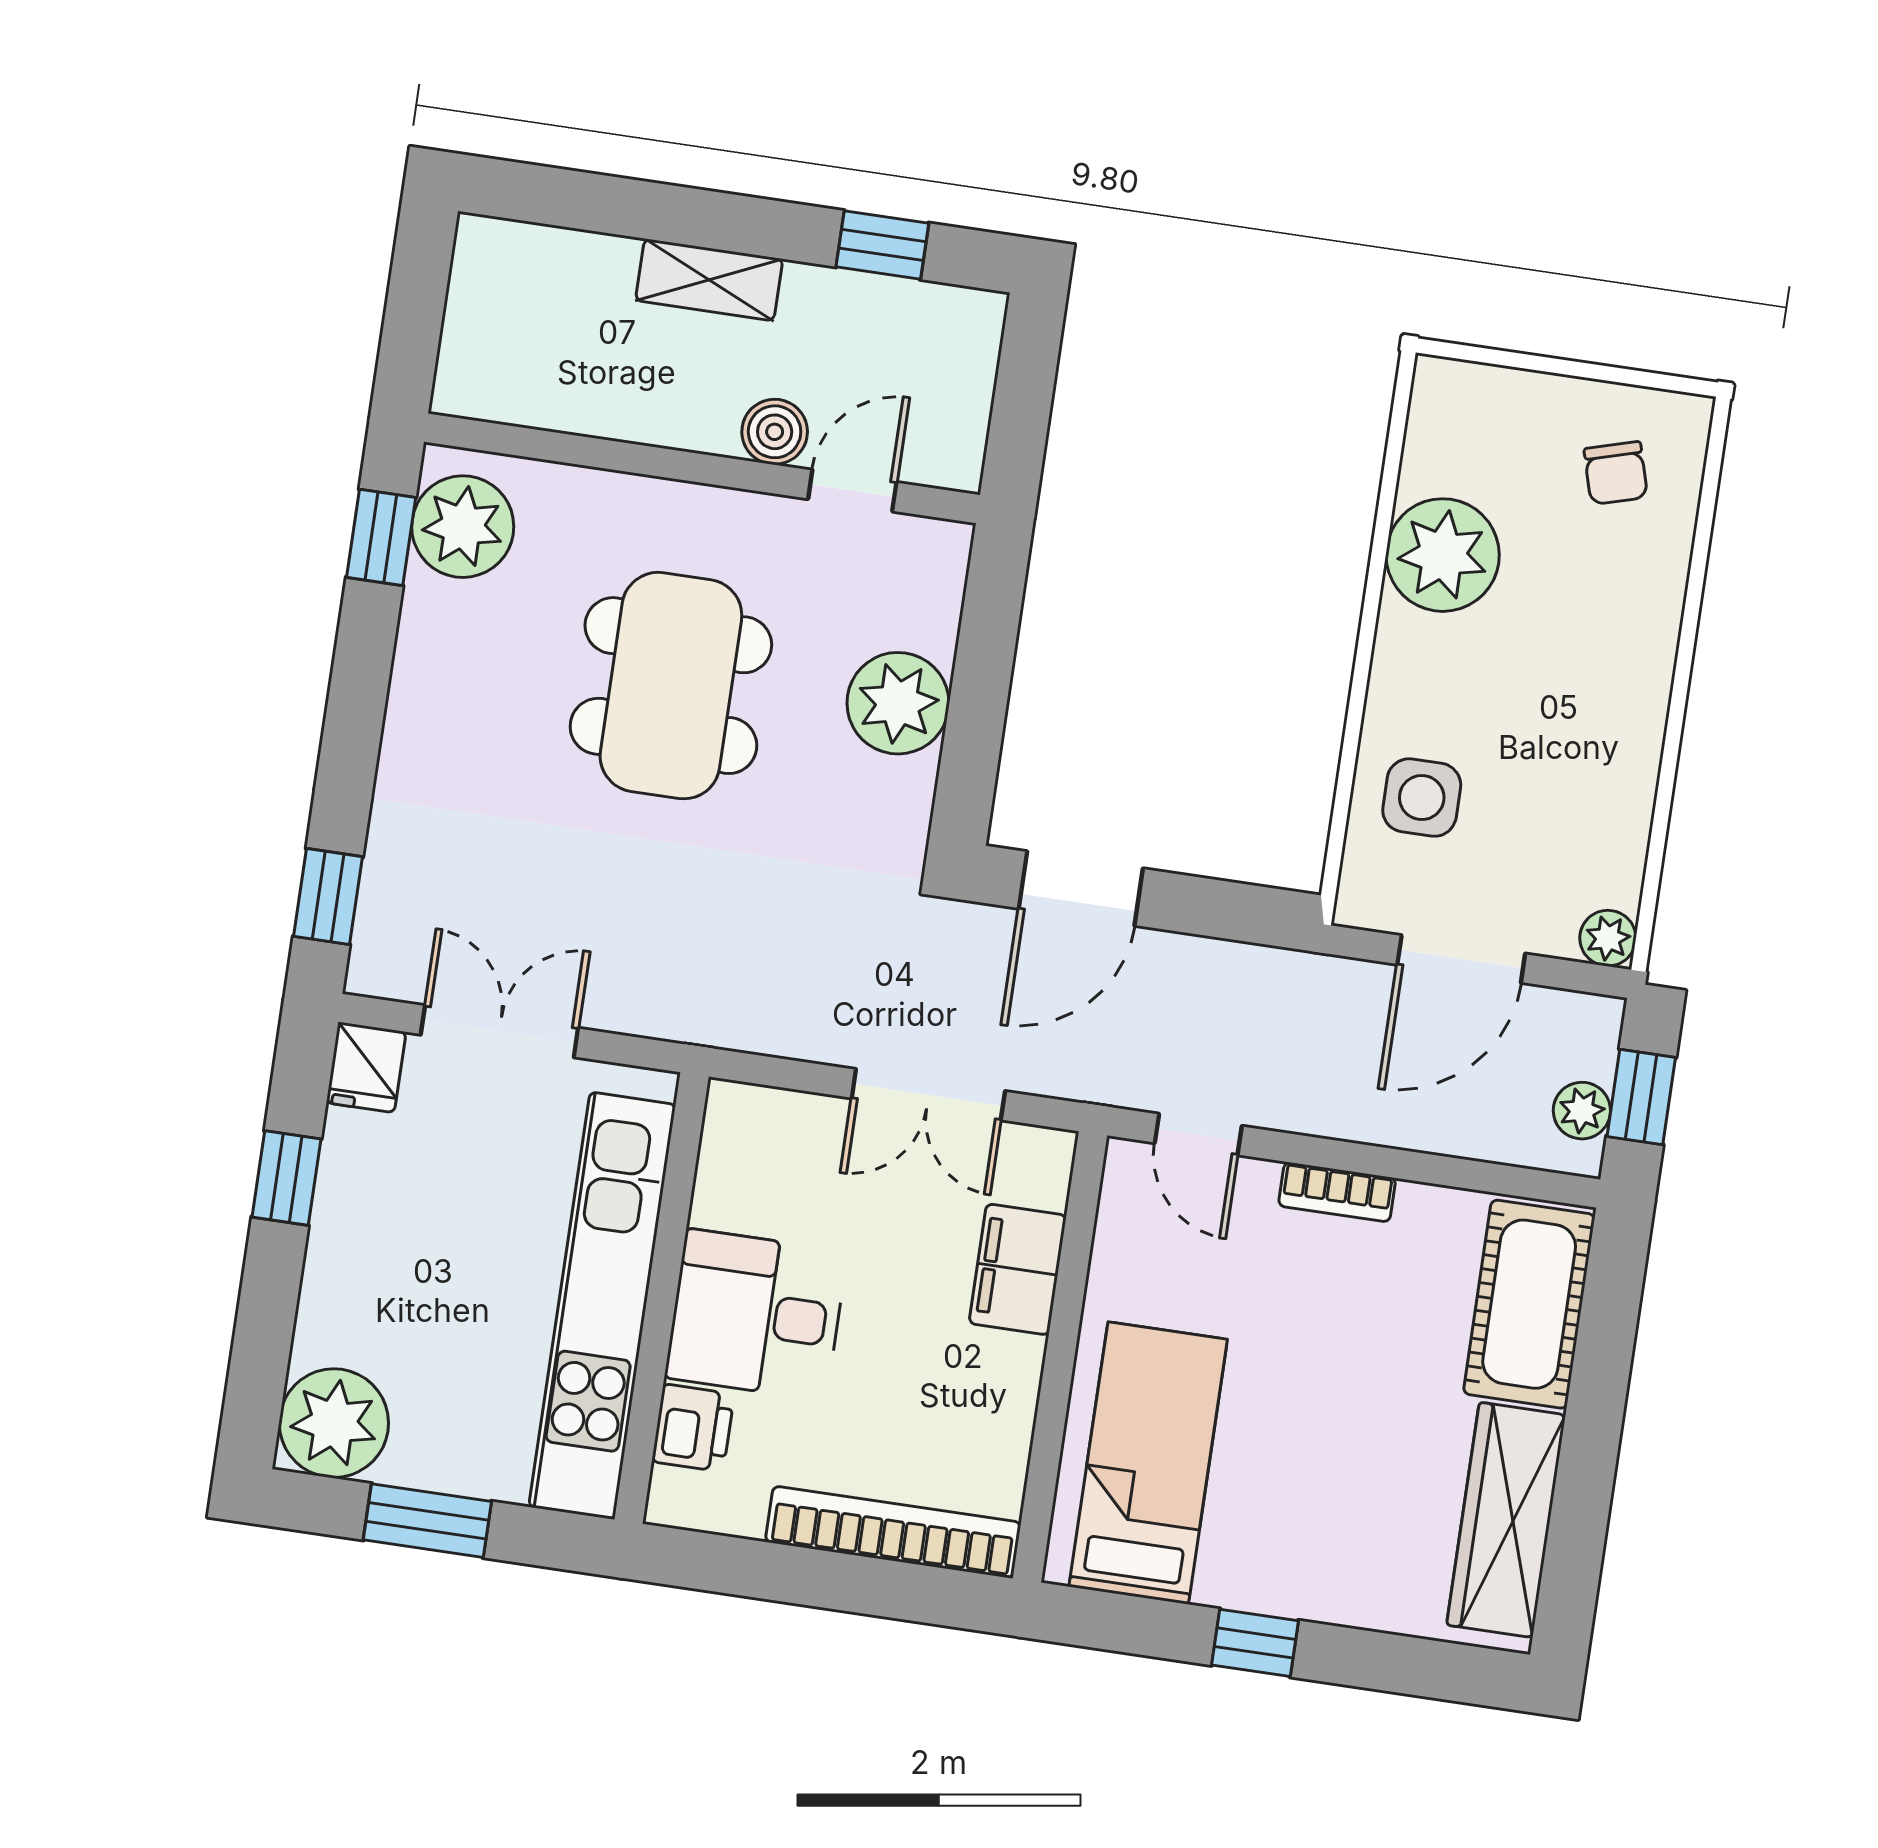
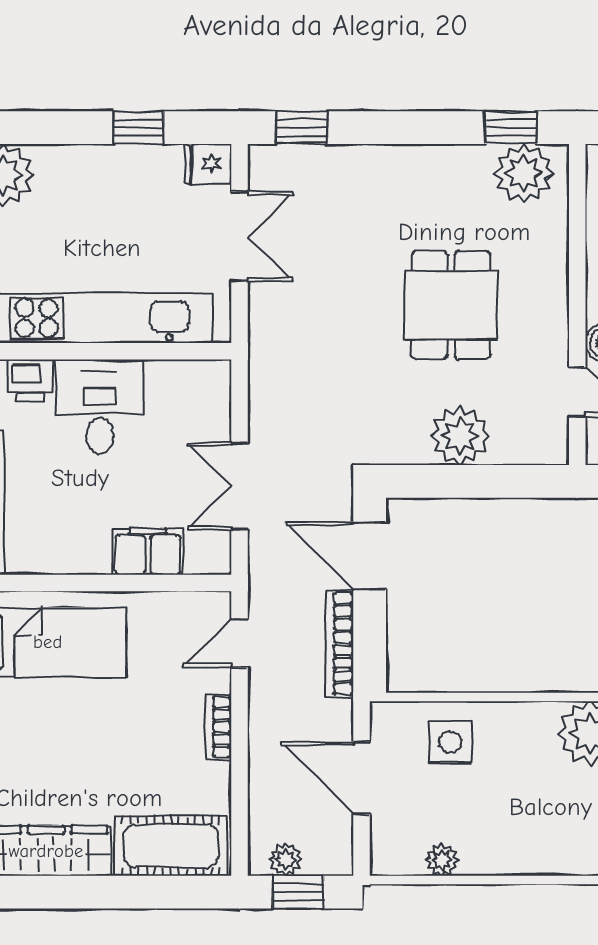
dining table: (671, 686) -> (451, 305), width x0.73
plant: (1608, 938) -> (442, 860), moved
bookcase: (1225, 963) -> (340, 644), added

